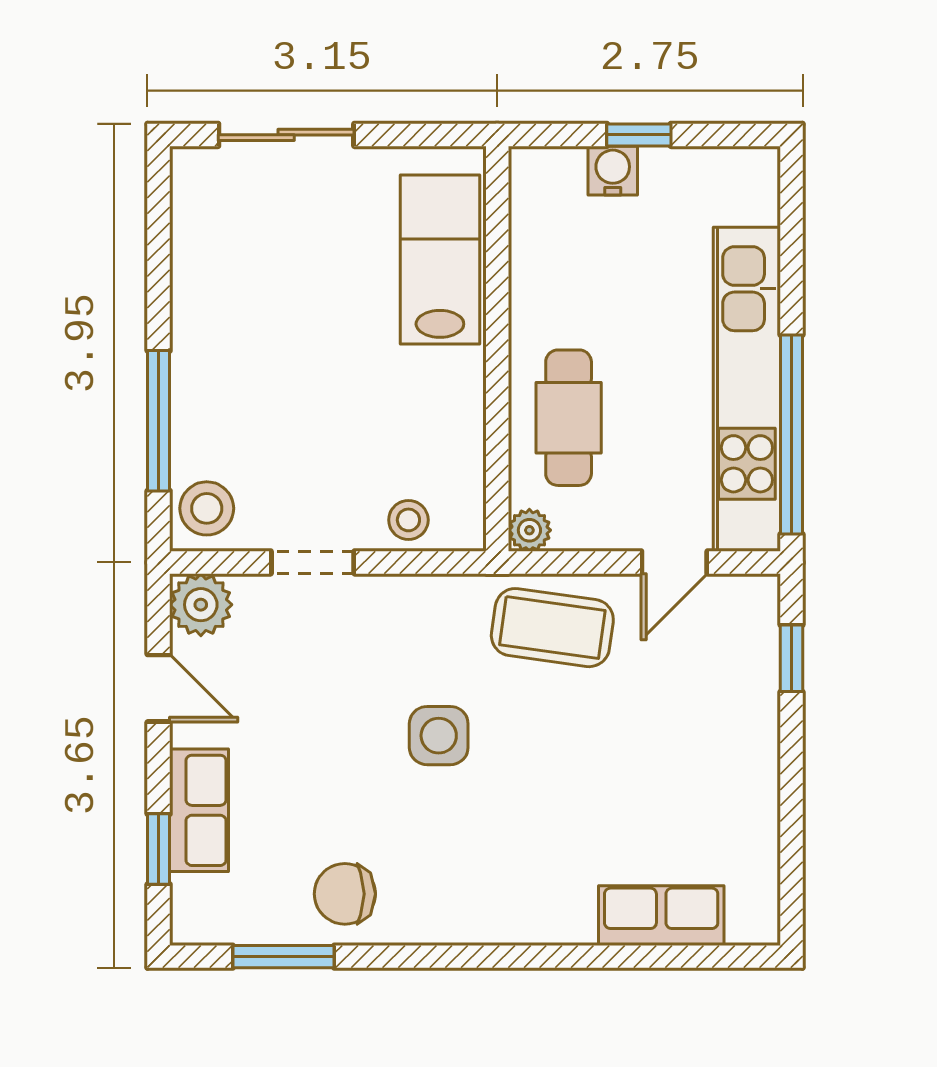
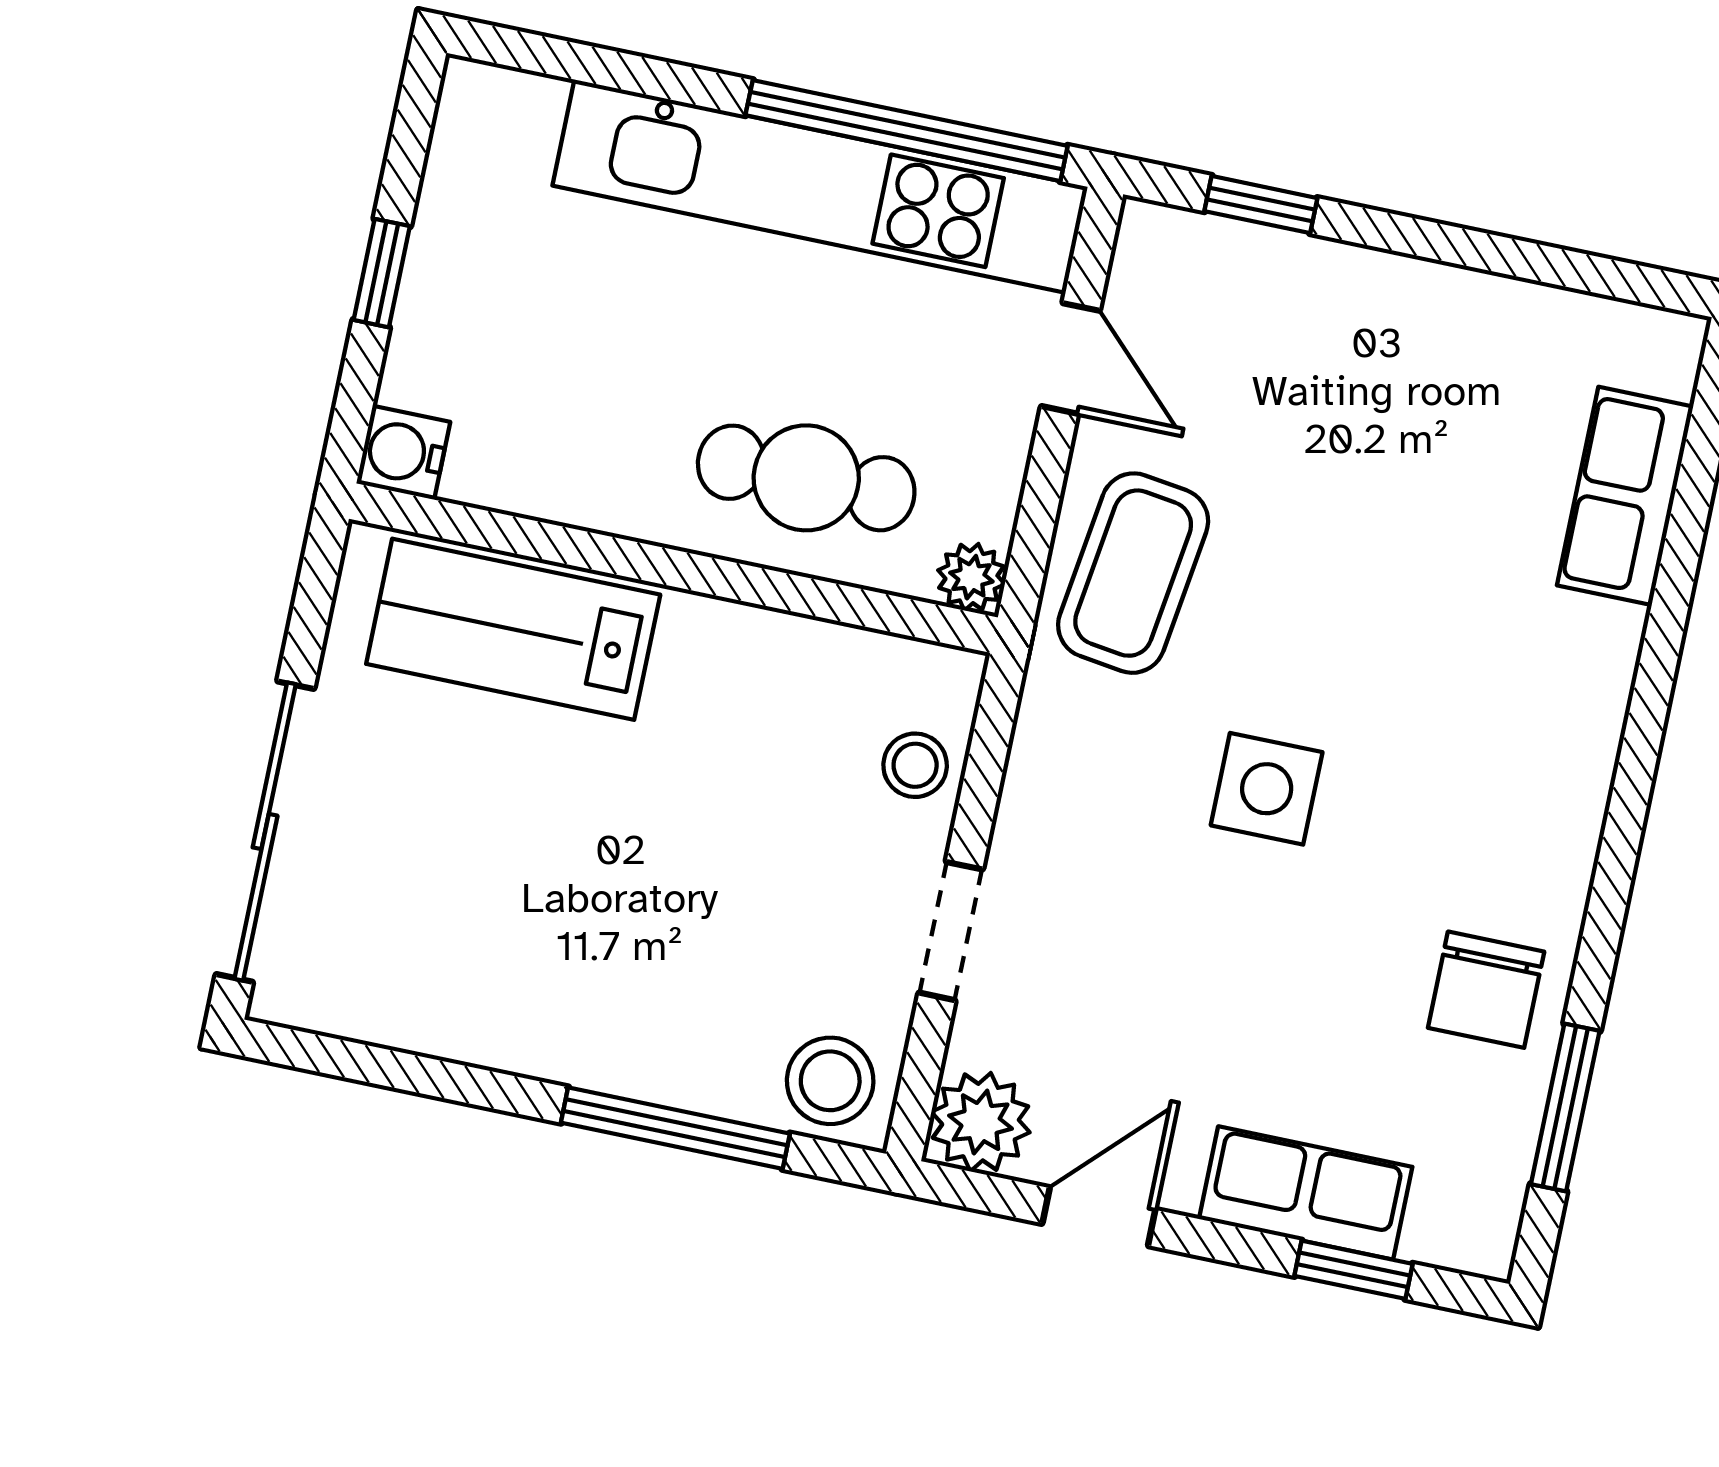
sliding door: (286, 135) -> (265, 832), width x1.37
water cooler: (613, 171) -> (403, 453), moved

